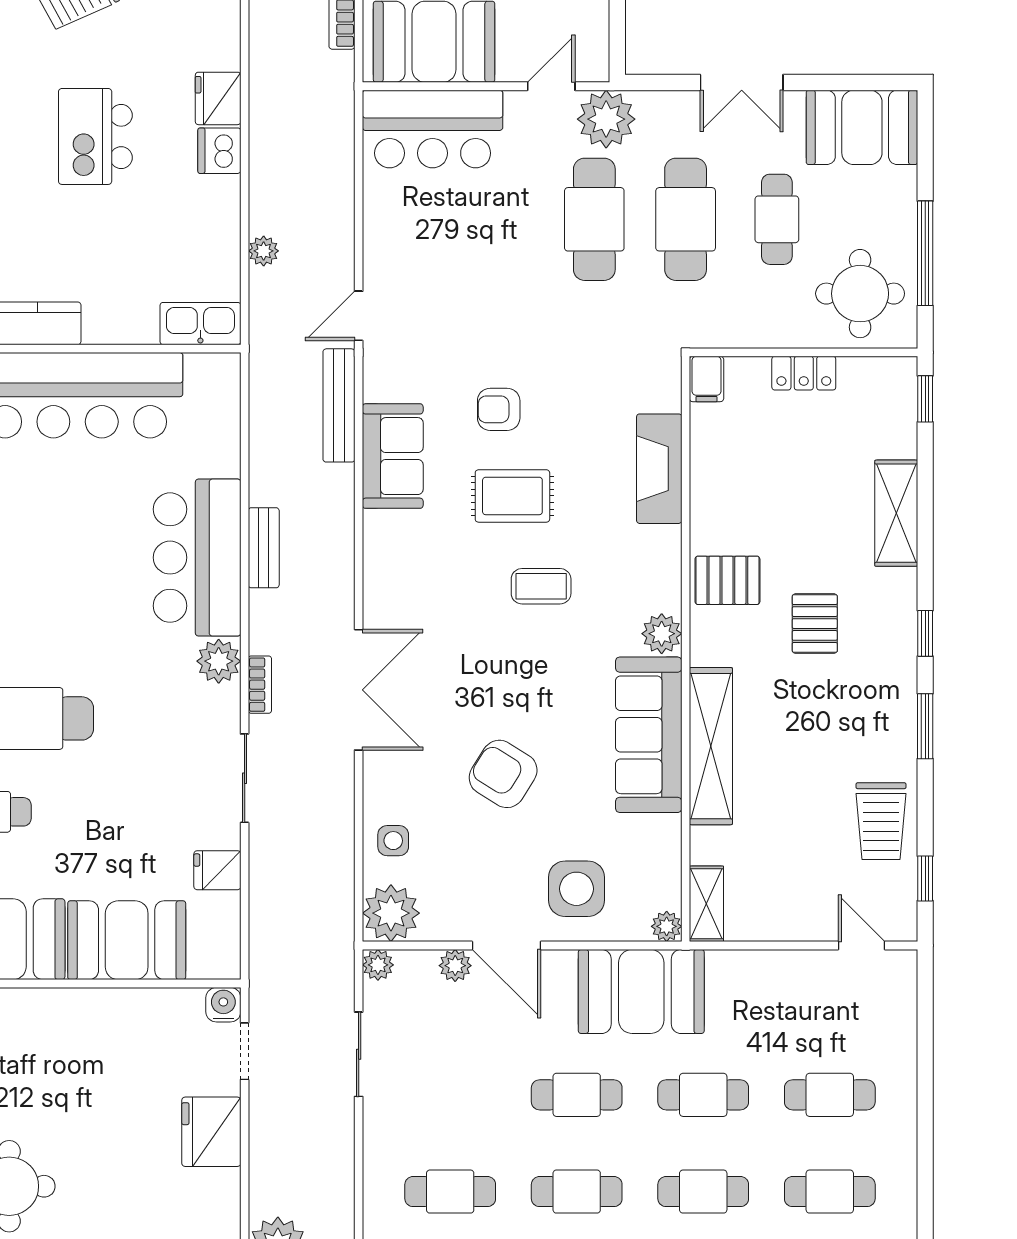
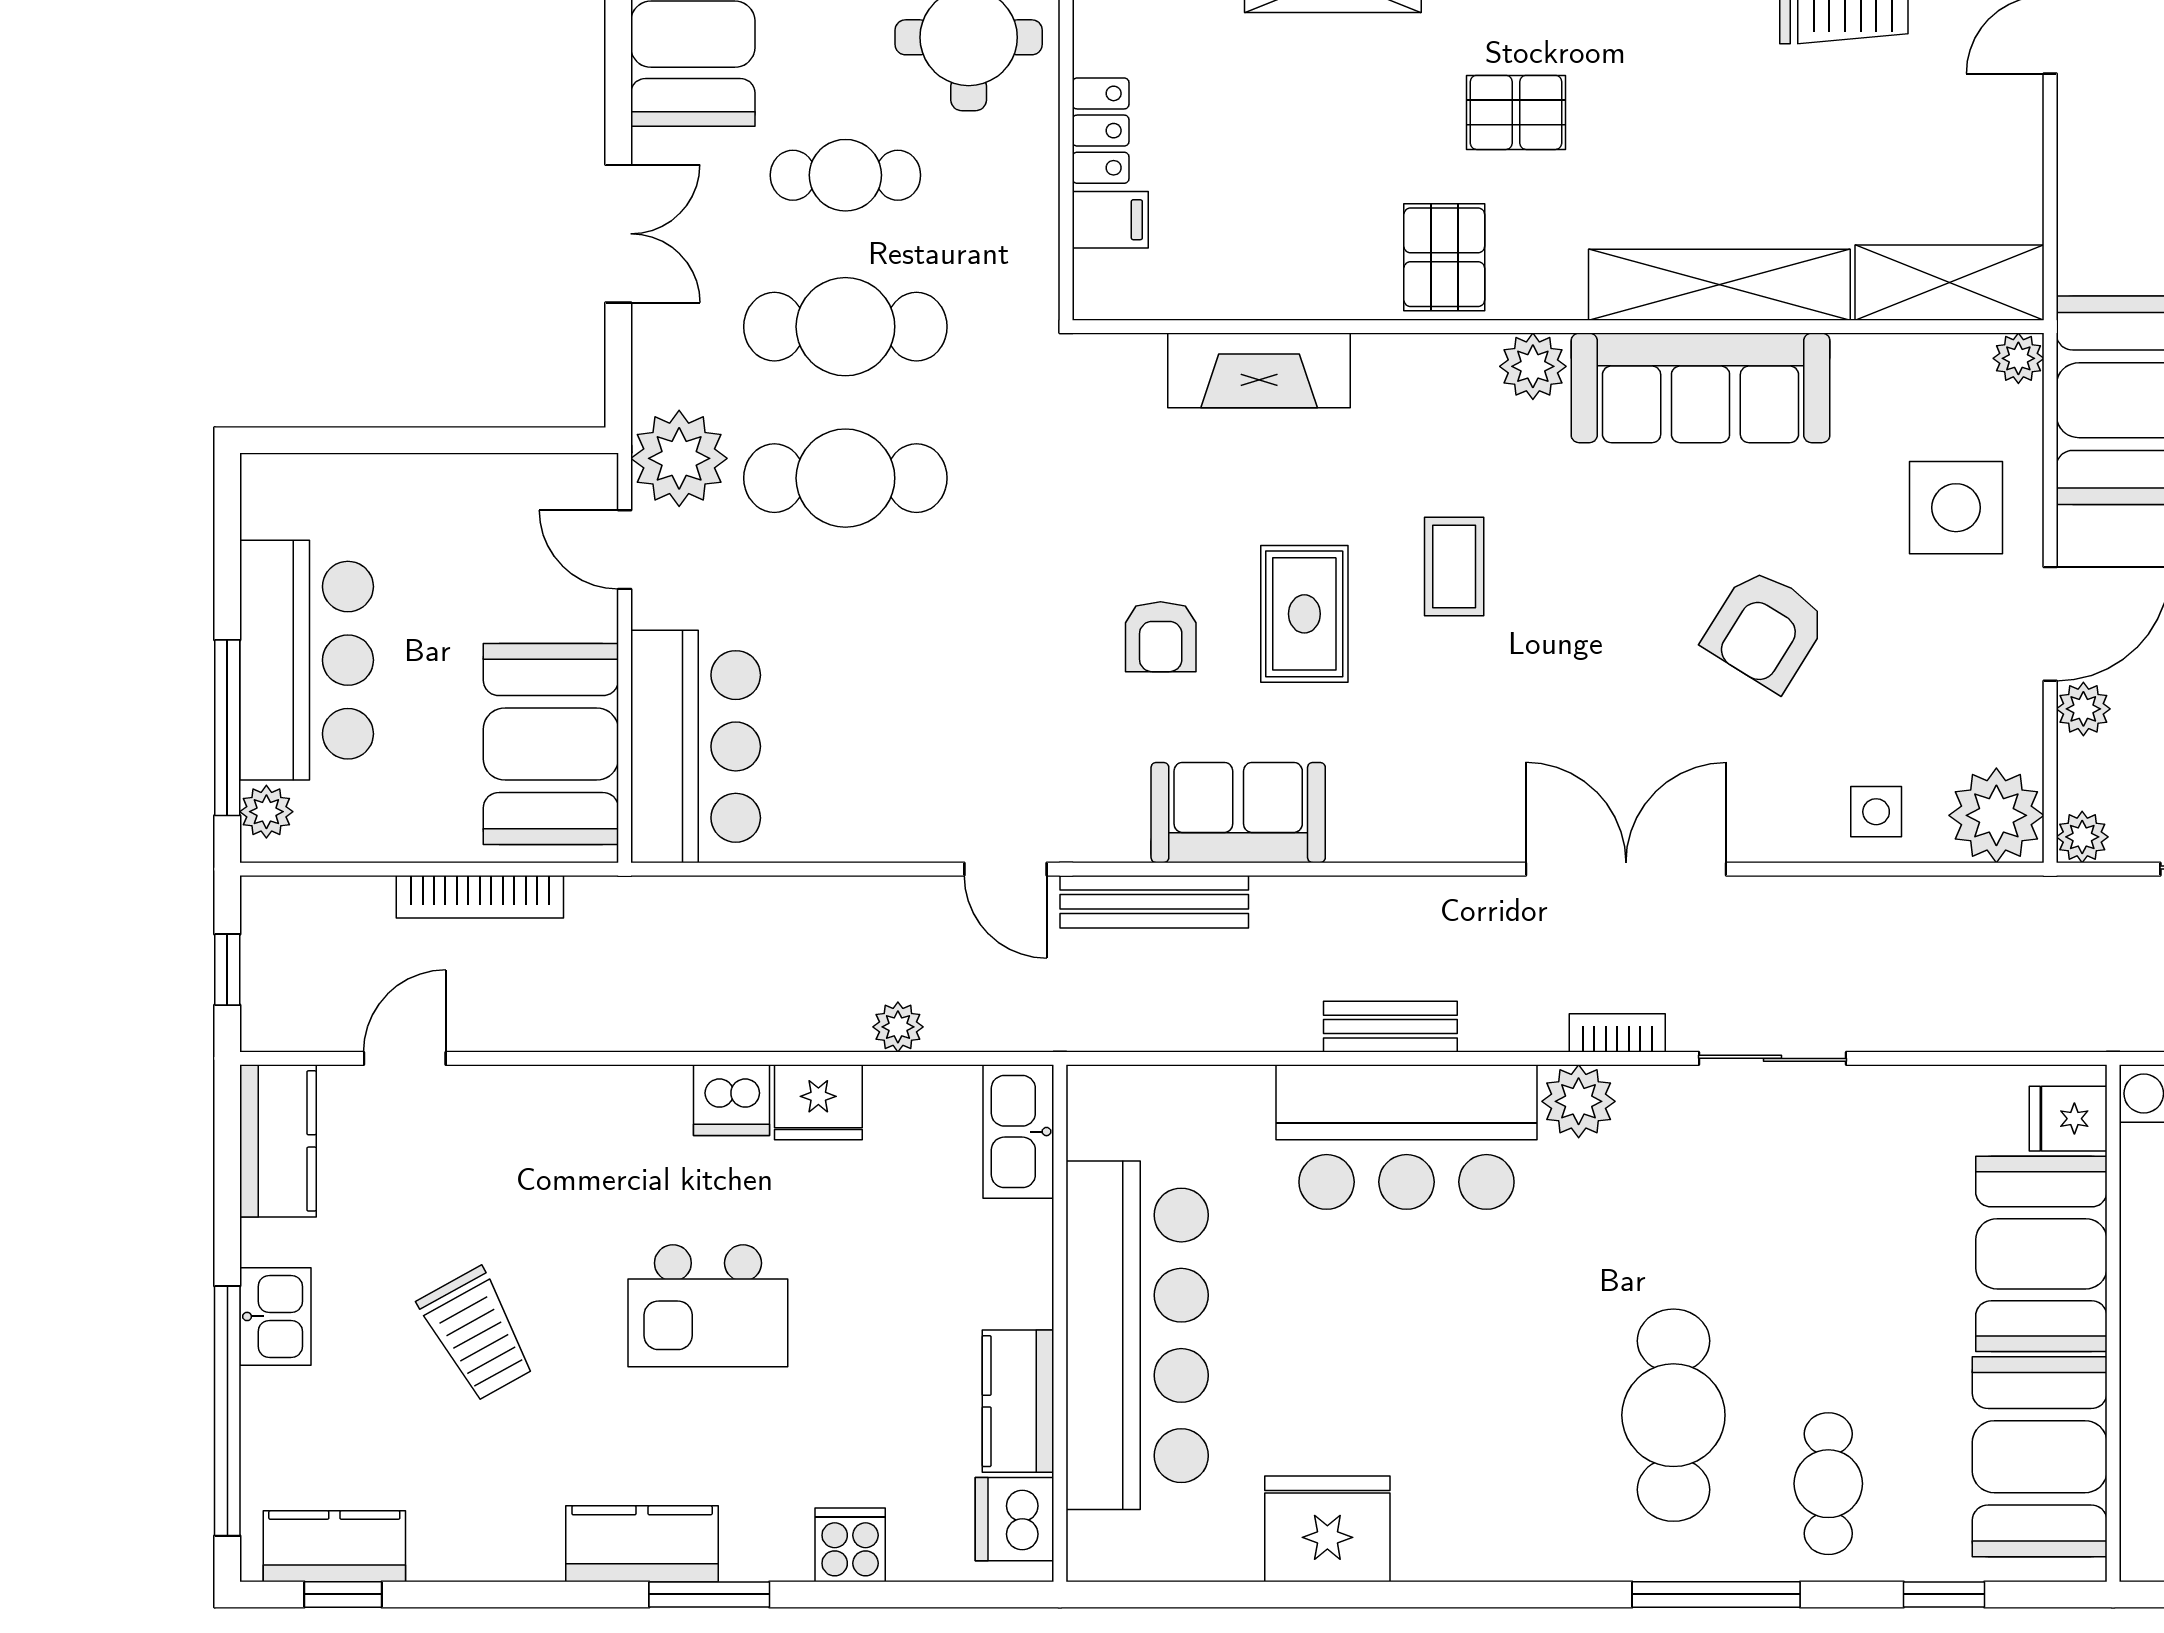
fridge: (218, 98) -> (818, 1102), moved
filing cabinet: (706, 379) -> (1110, 220), moved
fridge: (217, 870) -> (2068, 1119), moved, turned 90
shelving: (706, 904) -> (1949, 283), width x1.50, depth x1.33

